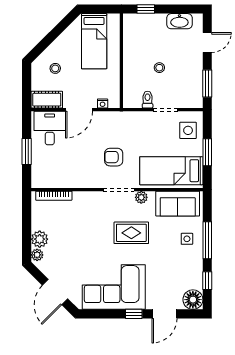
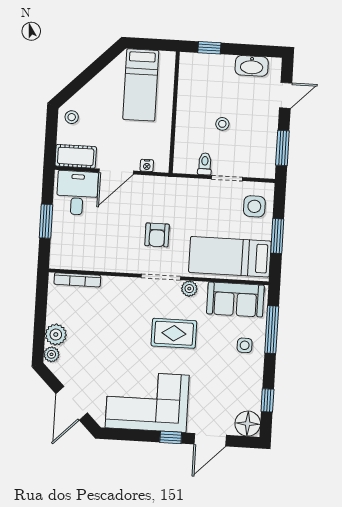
stool: (55, 68) -> (72, 117), moved
armchair: (114, 157) -> (157, 235), turned -90
window: (207, 240) -> (272, 330), moved

